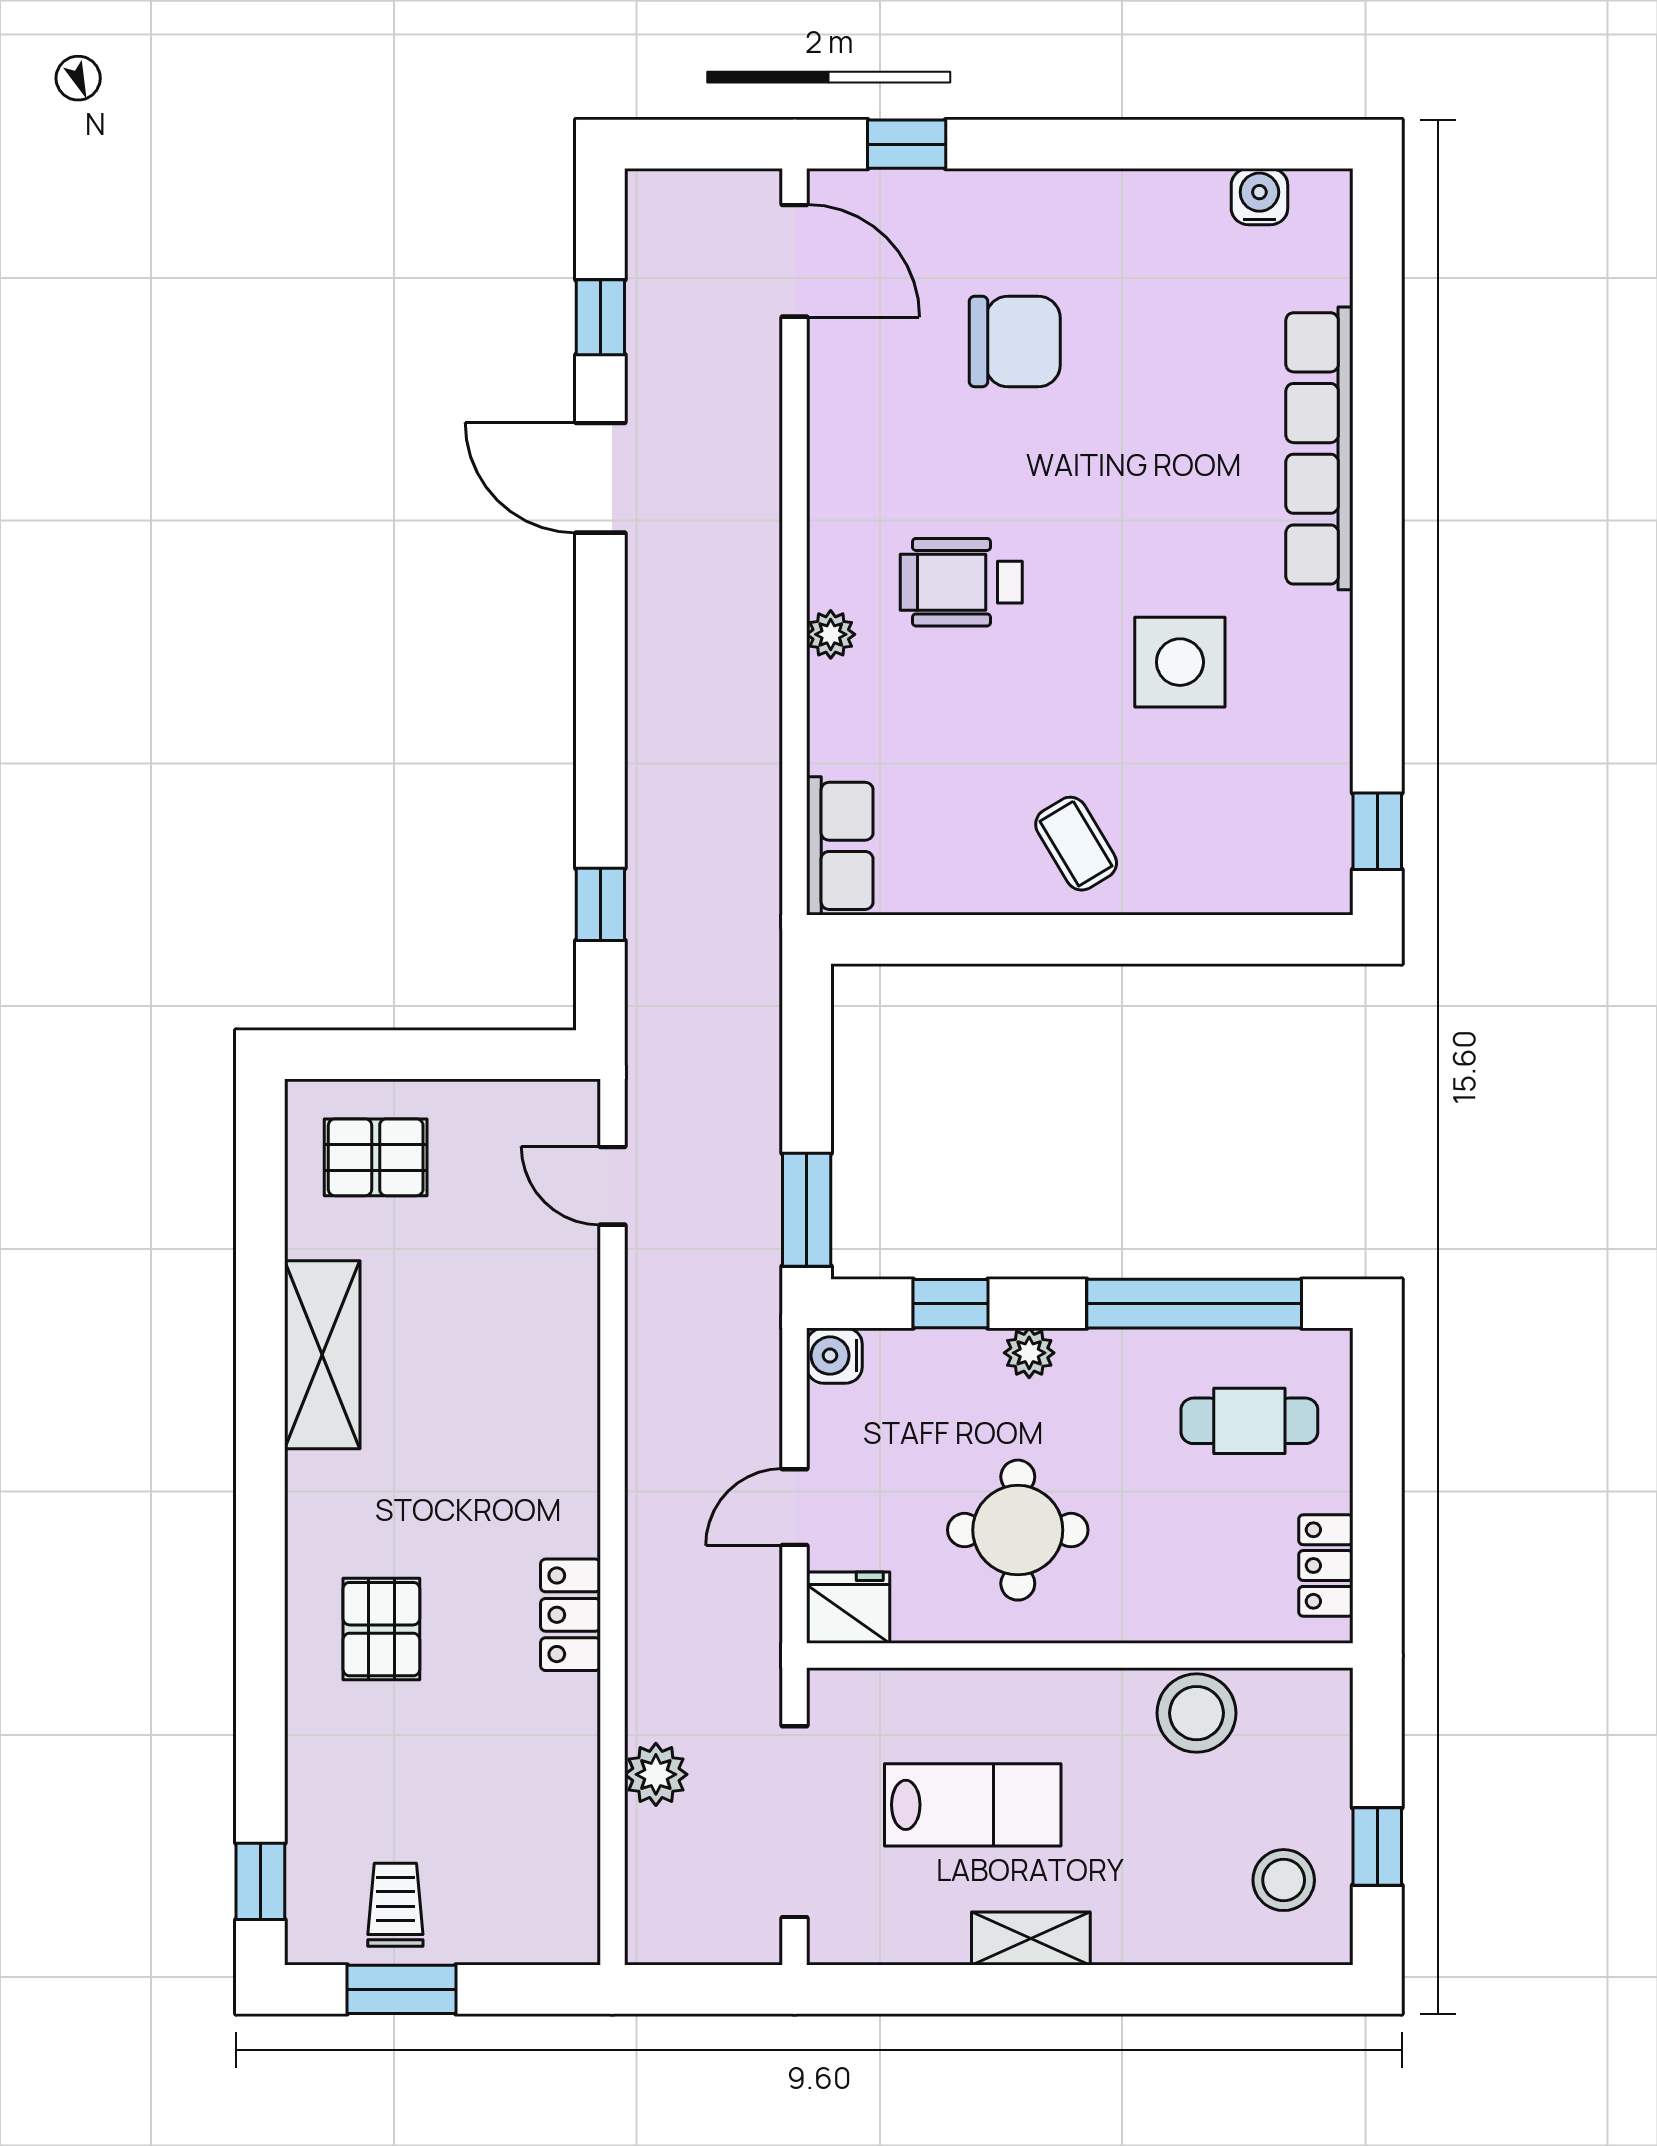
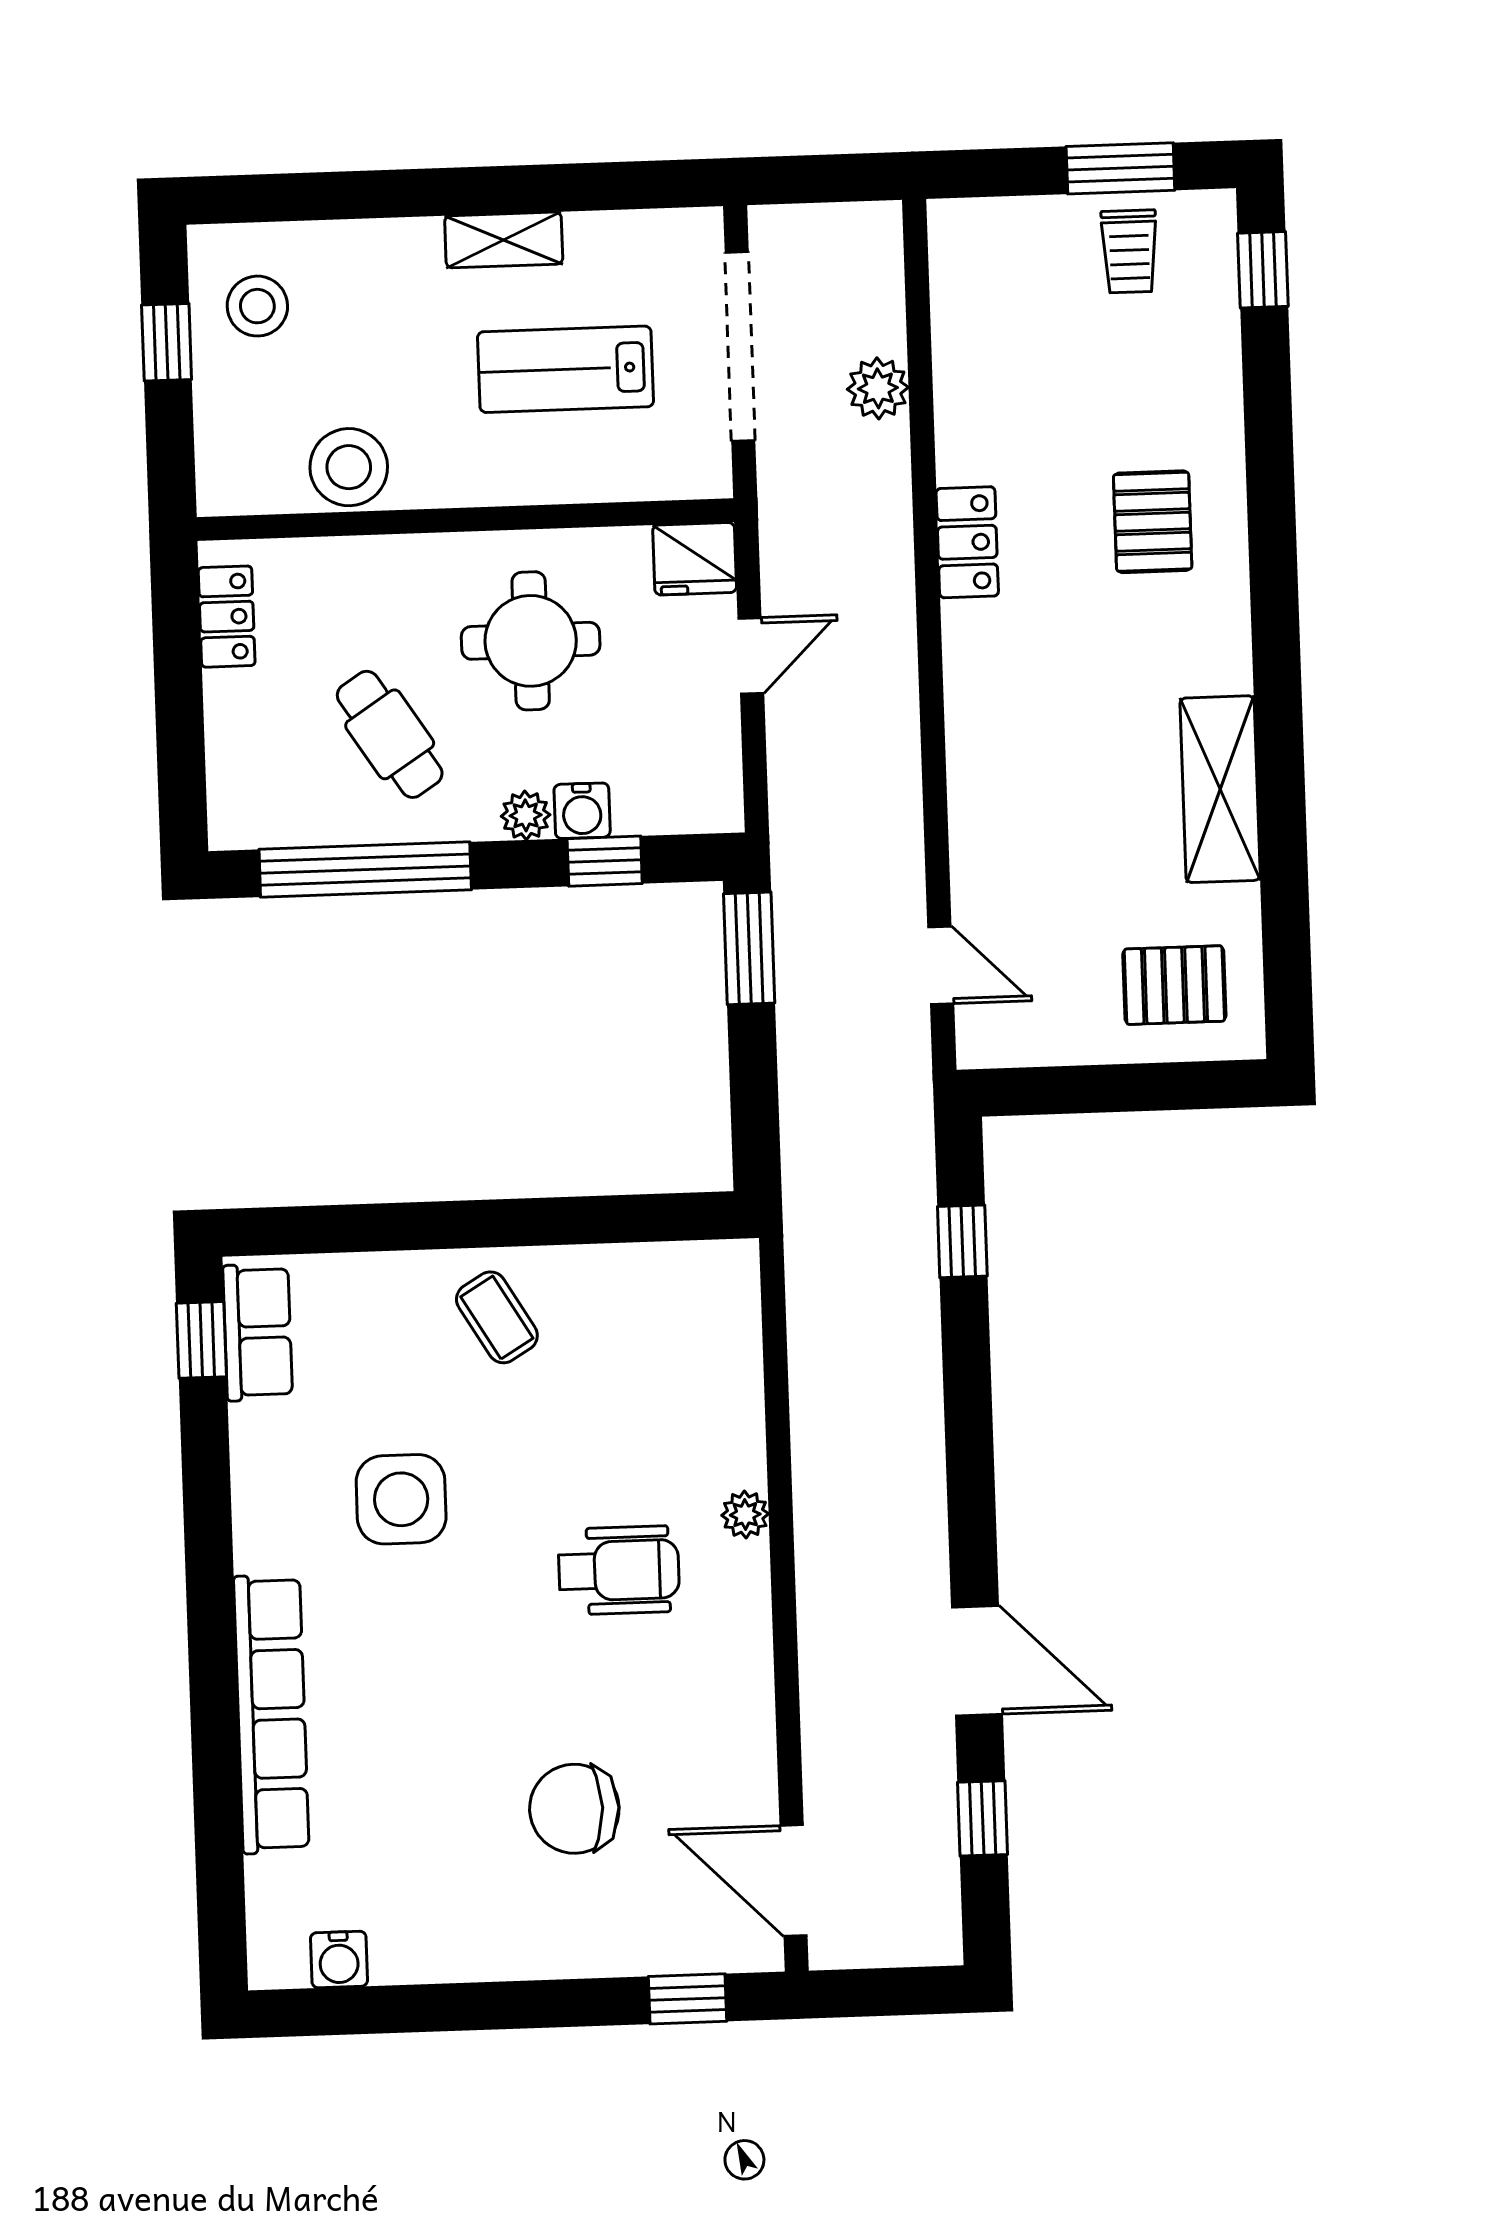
row of seats: (840, 846) -> (258, 1332), moved, turned 180
water cooler: (834, 1356) -> (582, 811), moved, turned 90
cafe table: (1249, 1421) -> (390, 734), moved, turned 57

